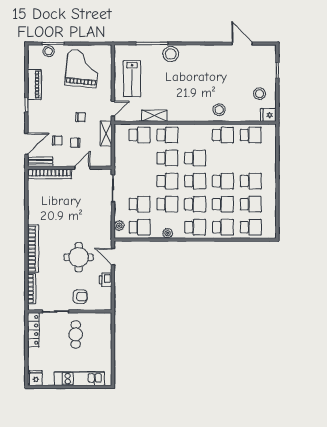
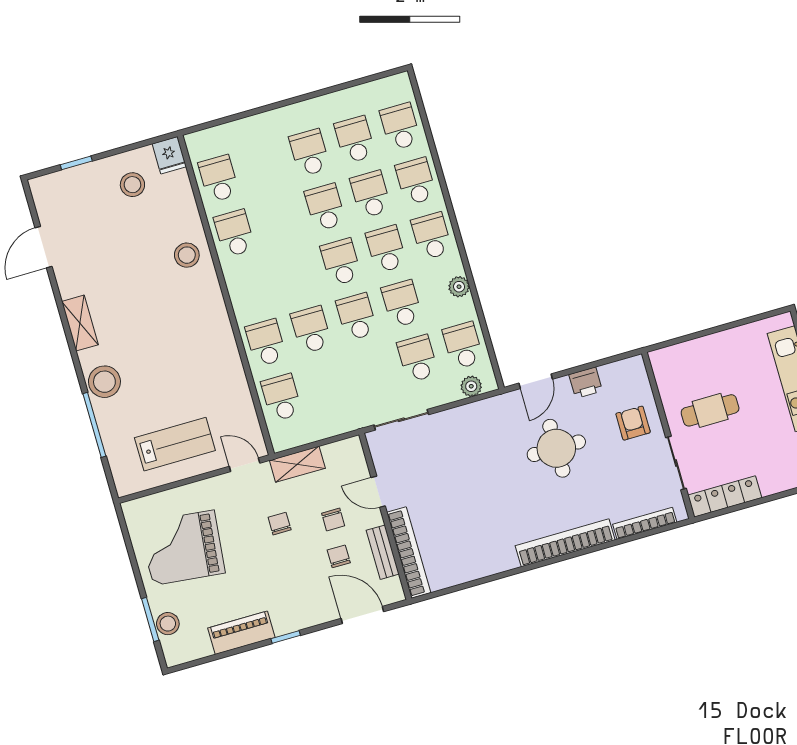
shelving: (154, 116) -> (80, 323), moved
school desk: (195, 158) -> (295, 275), removed
bench: (40, 162) -> (383, 552), moved

